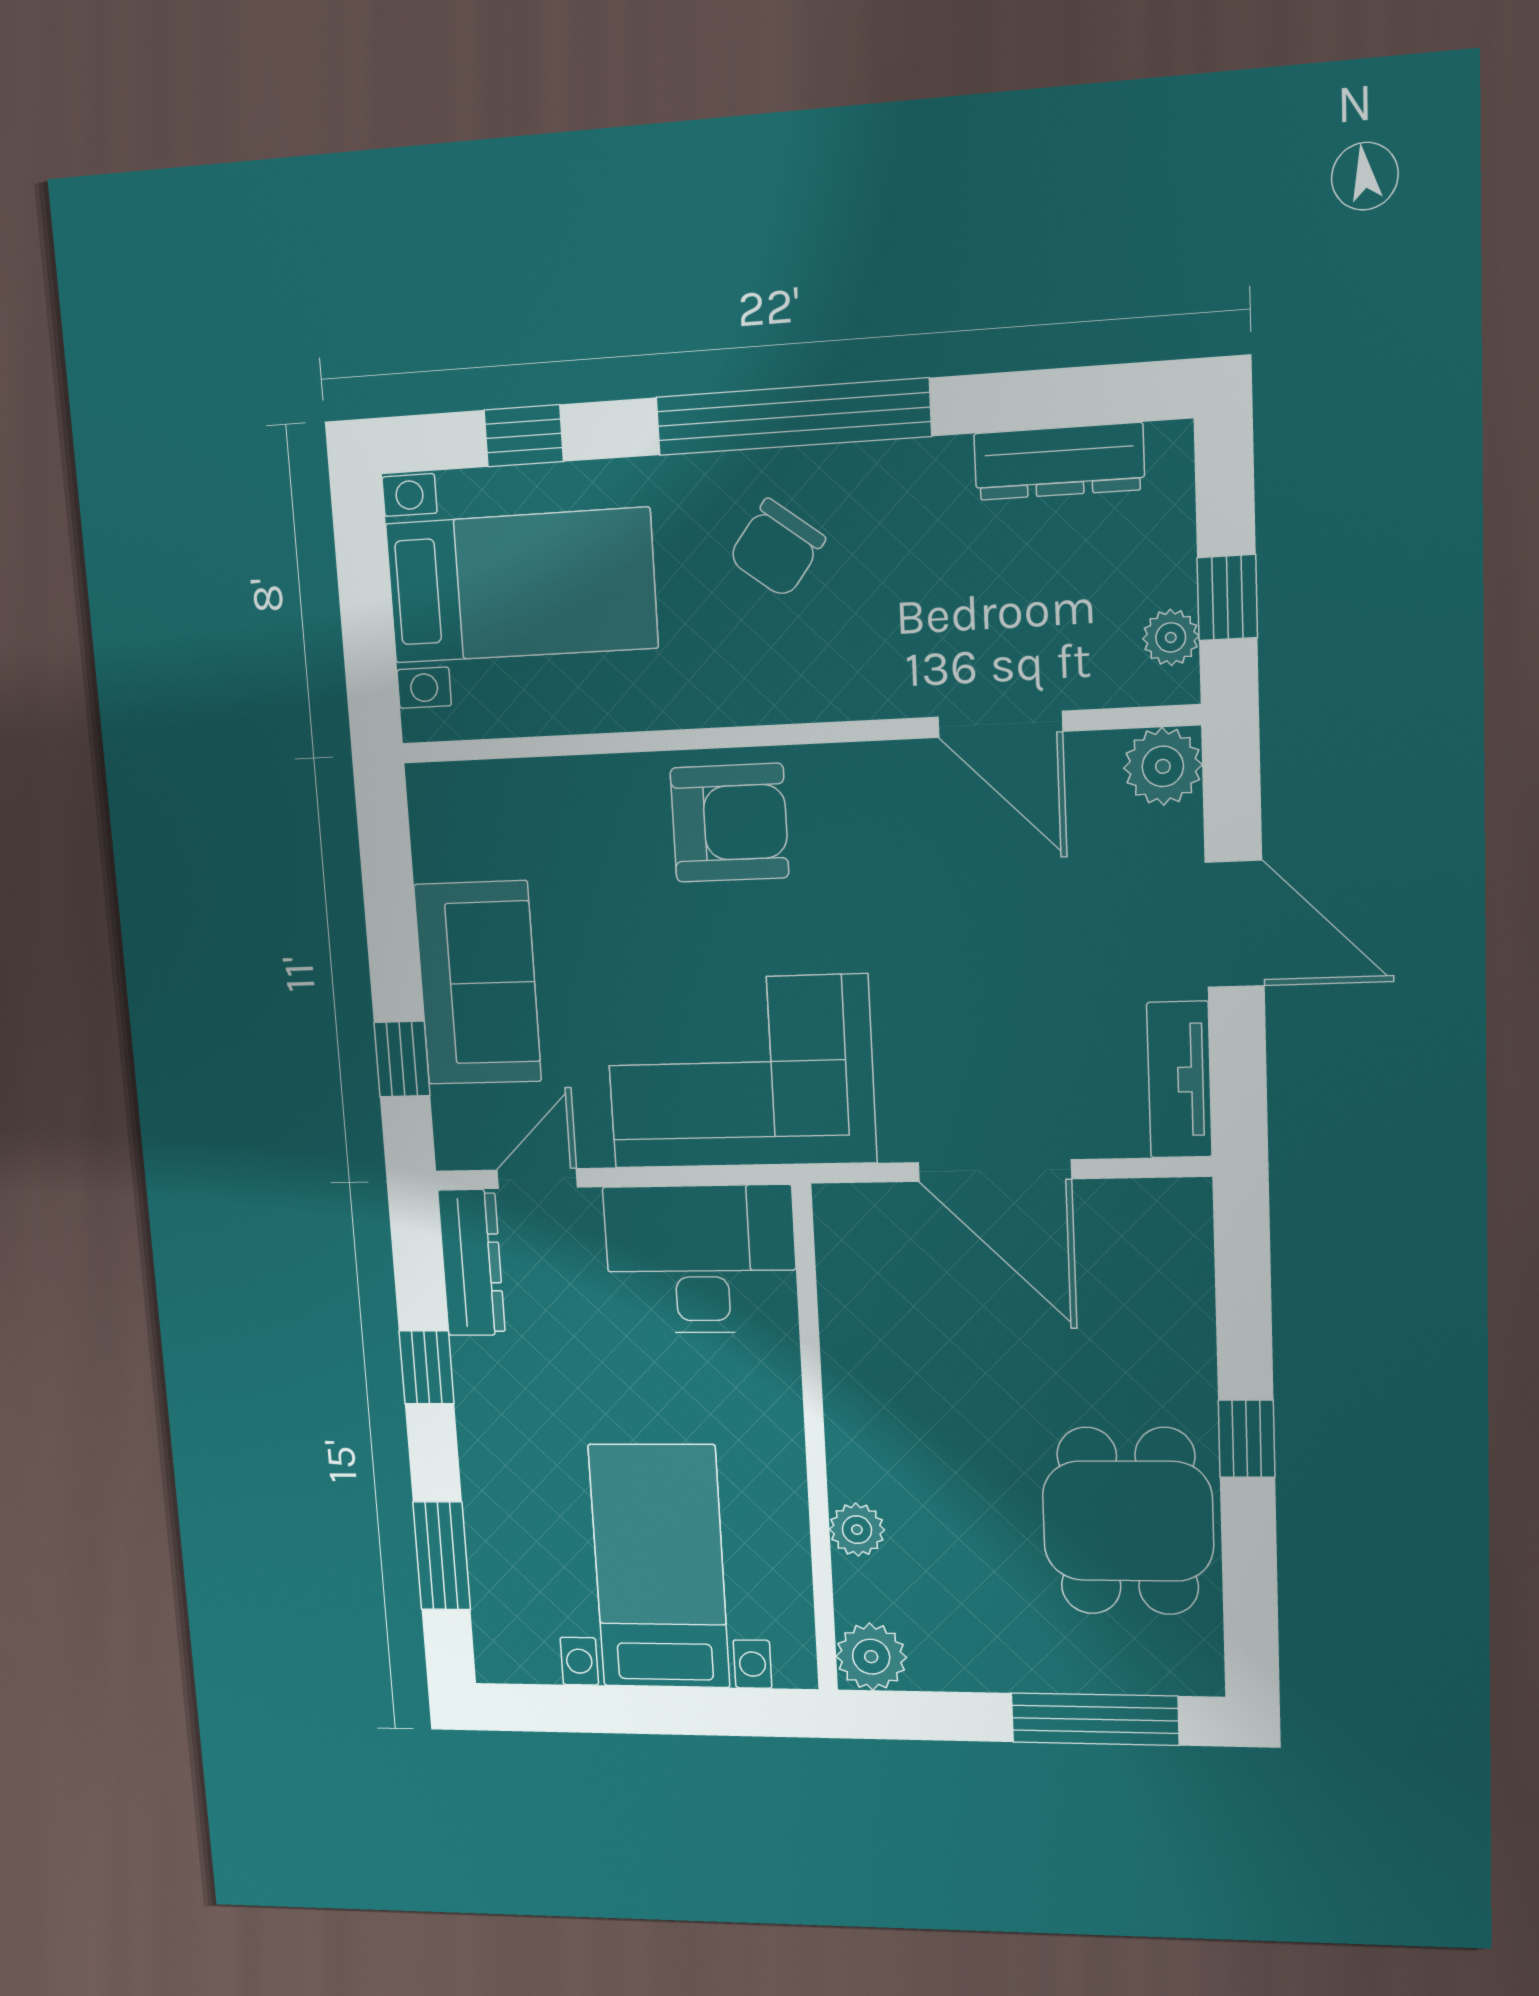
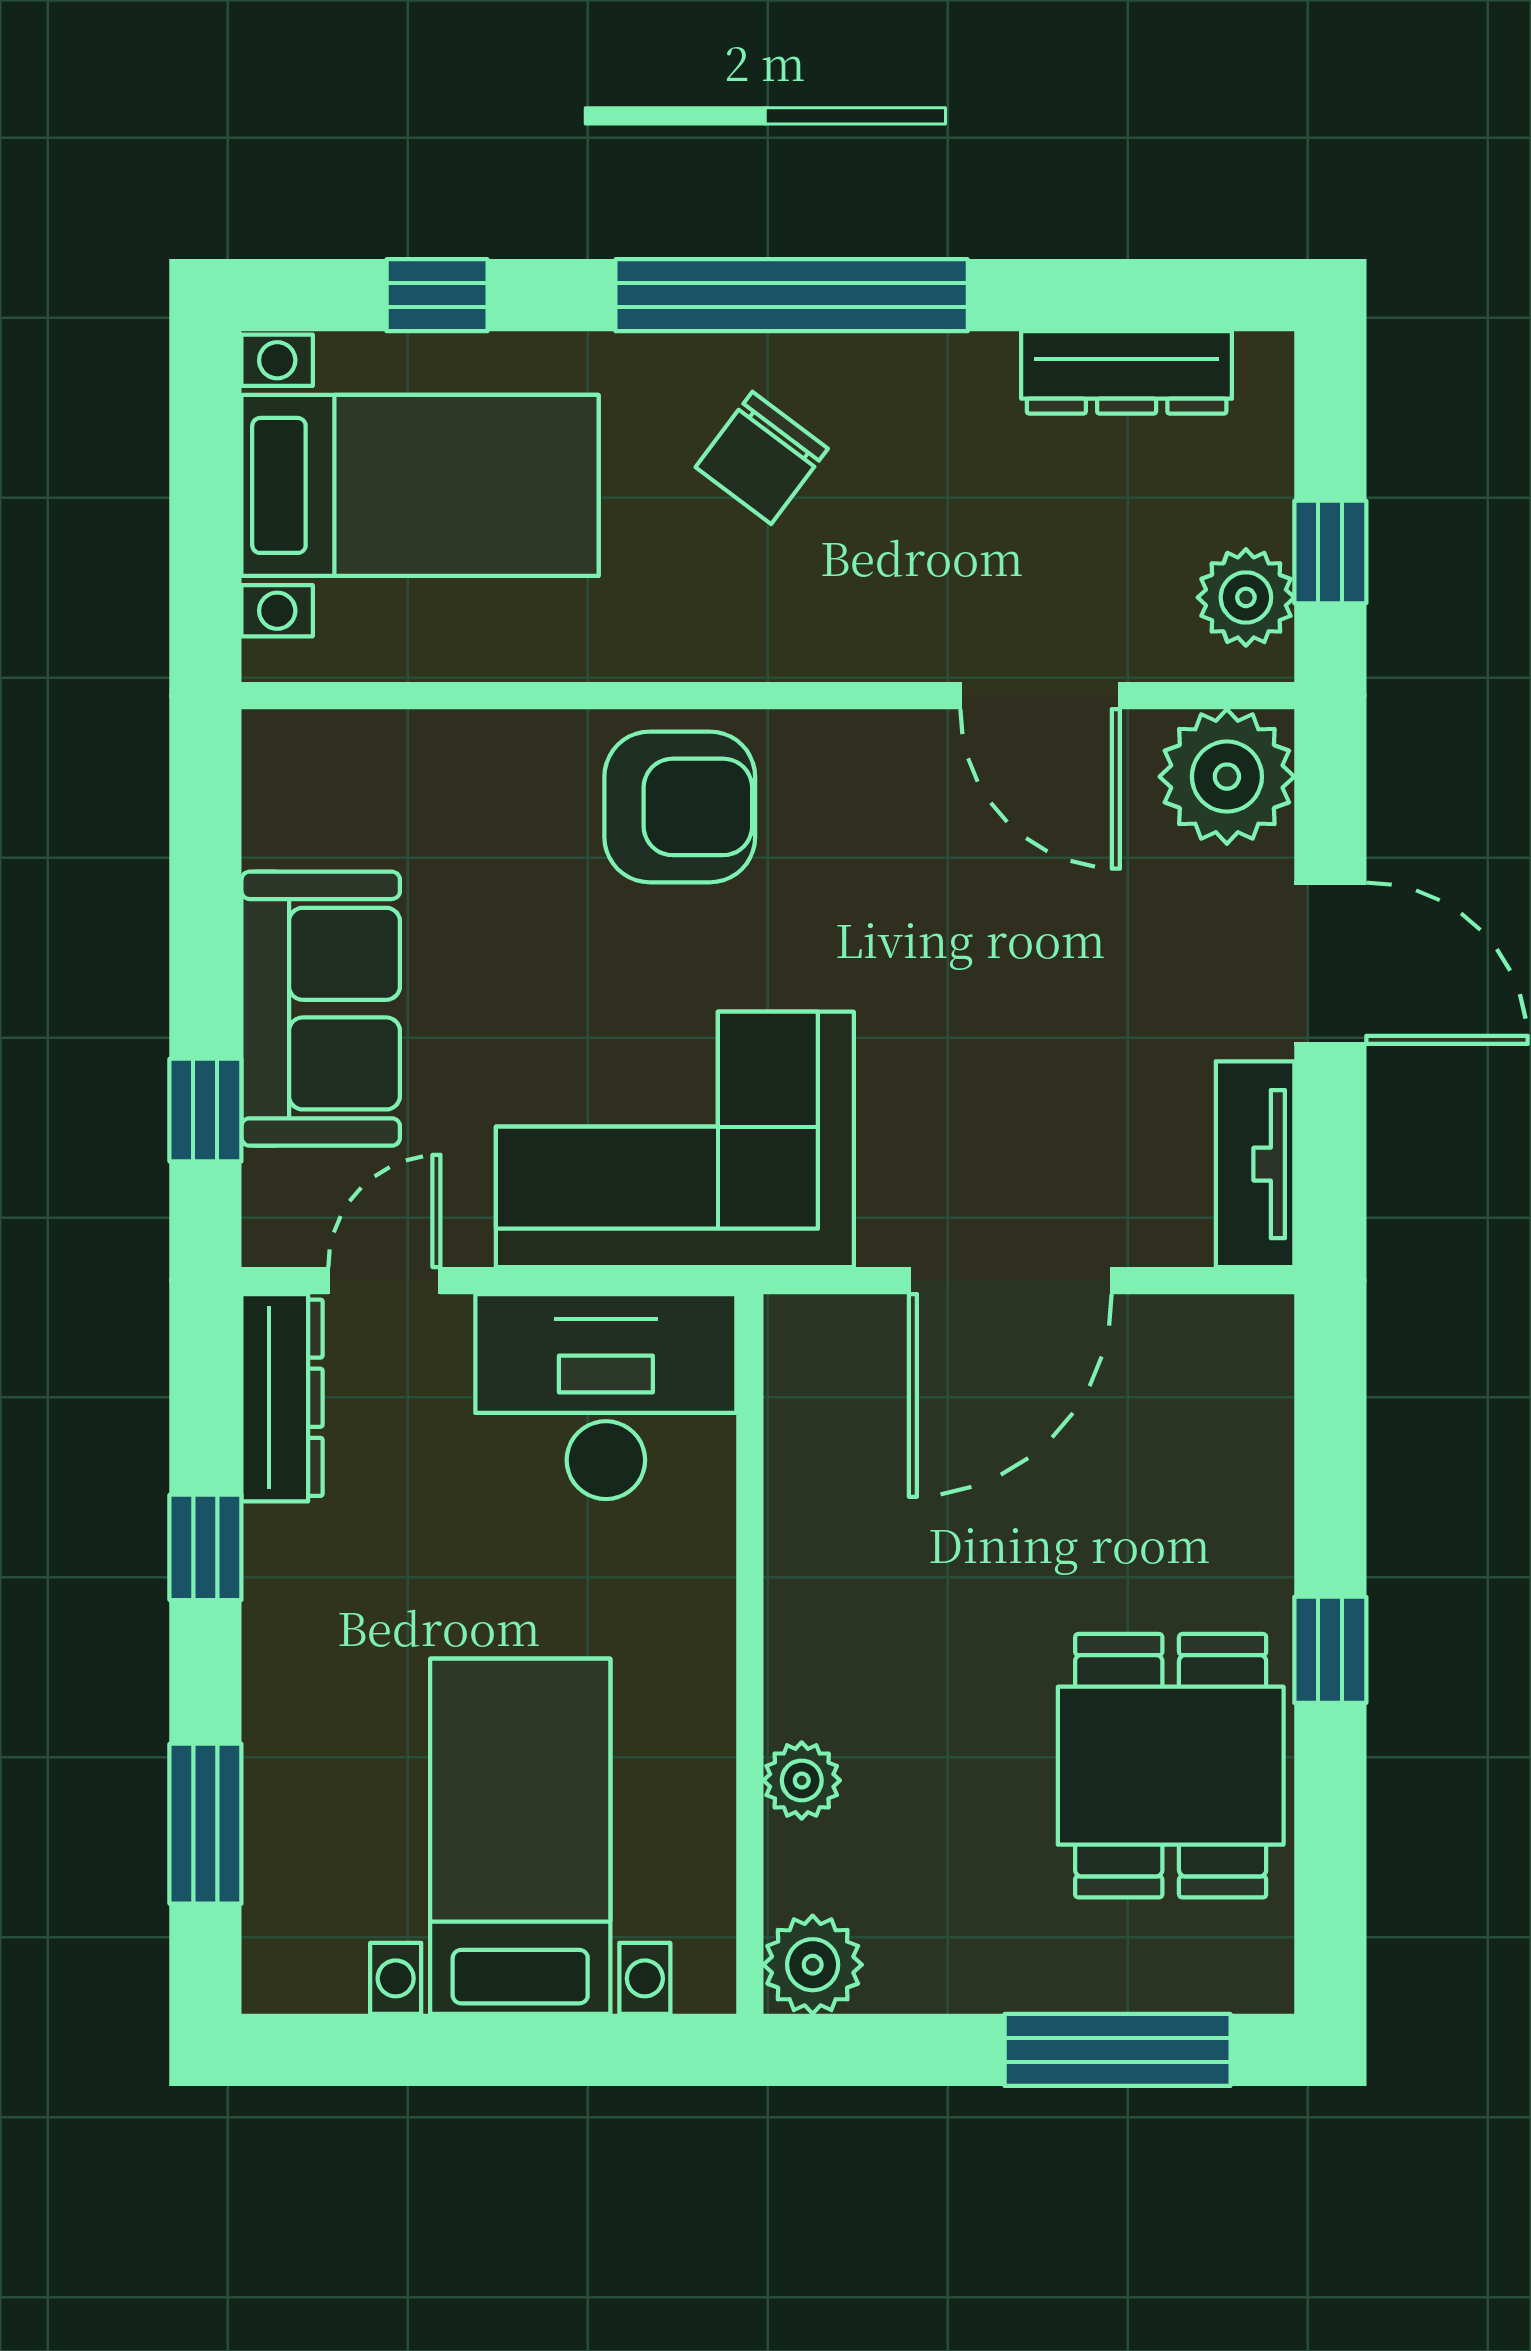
plant: (1171, 637) -> (1246, 597), width x1.38, depth x1.38
plant: (1163, 766) -> (1227, 777), width x1.36, depth x1.36
door: (995, 1171) -> (1010, 1281), hinge flipped

